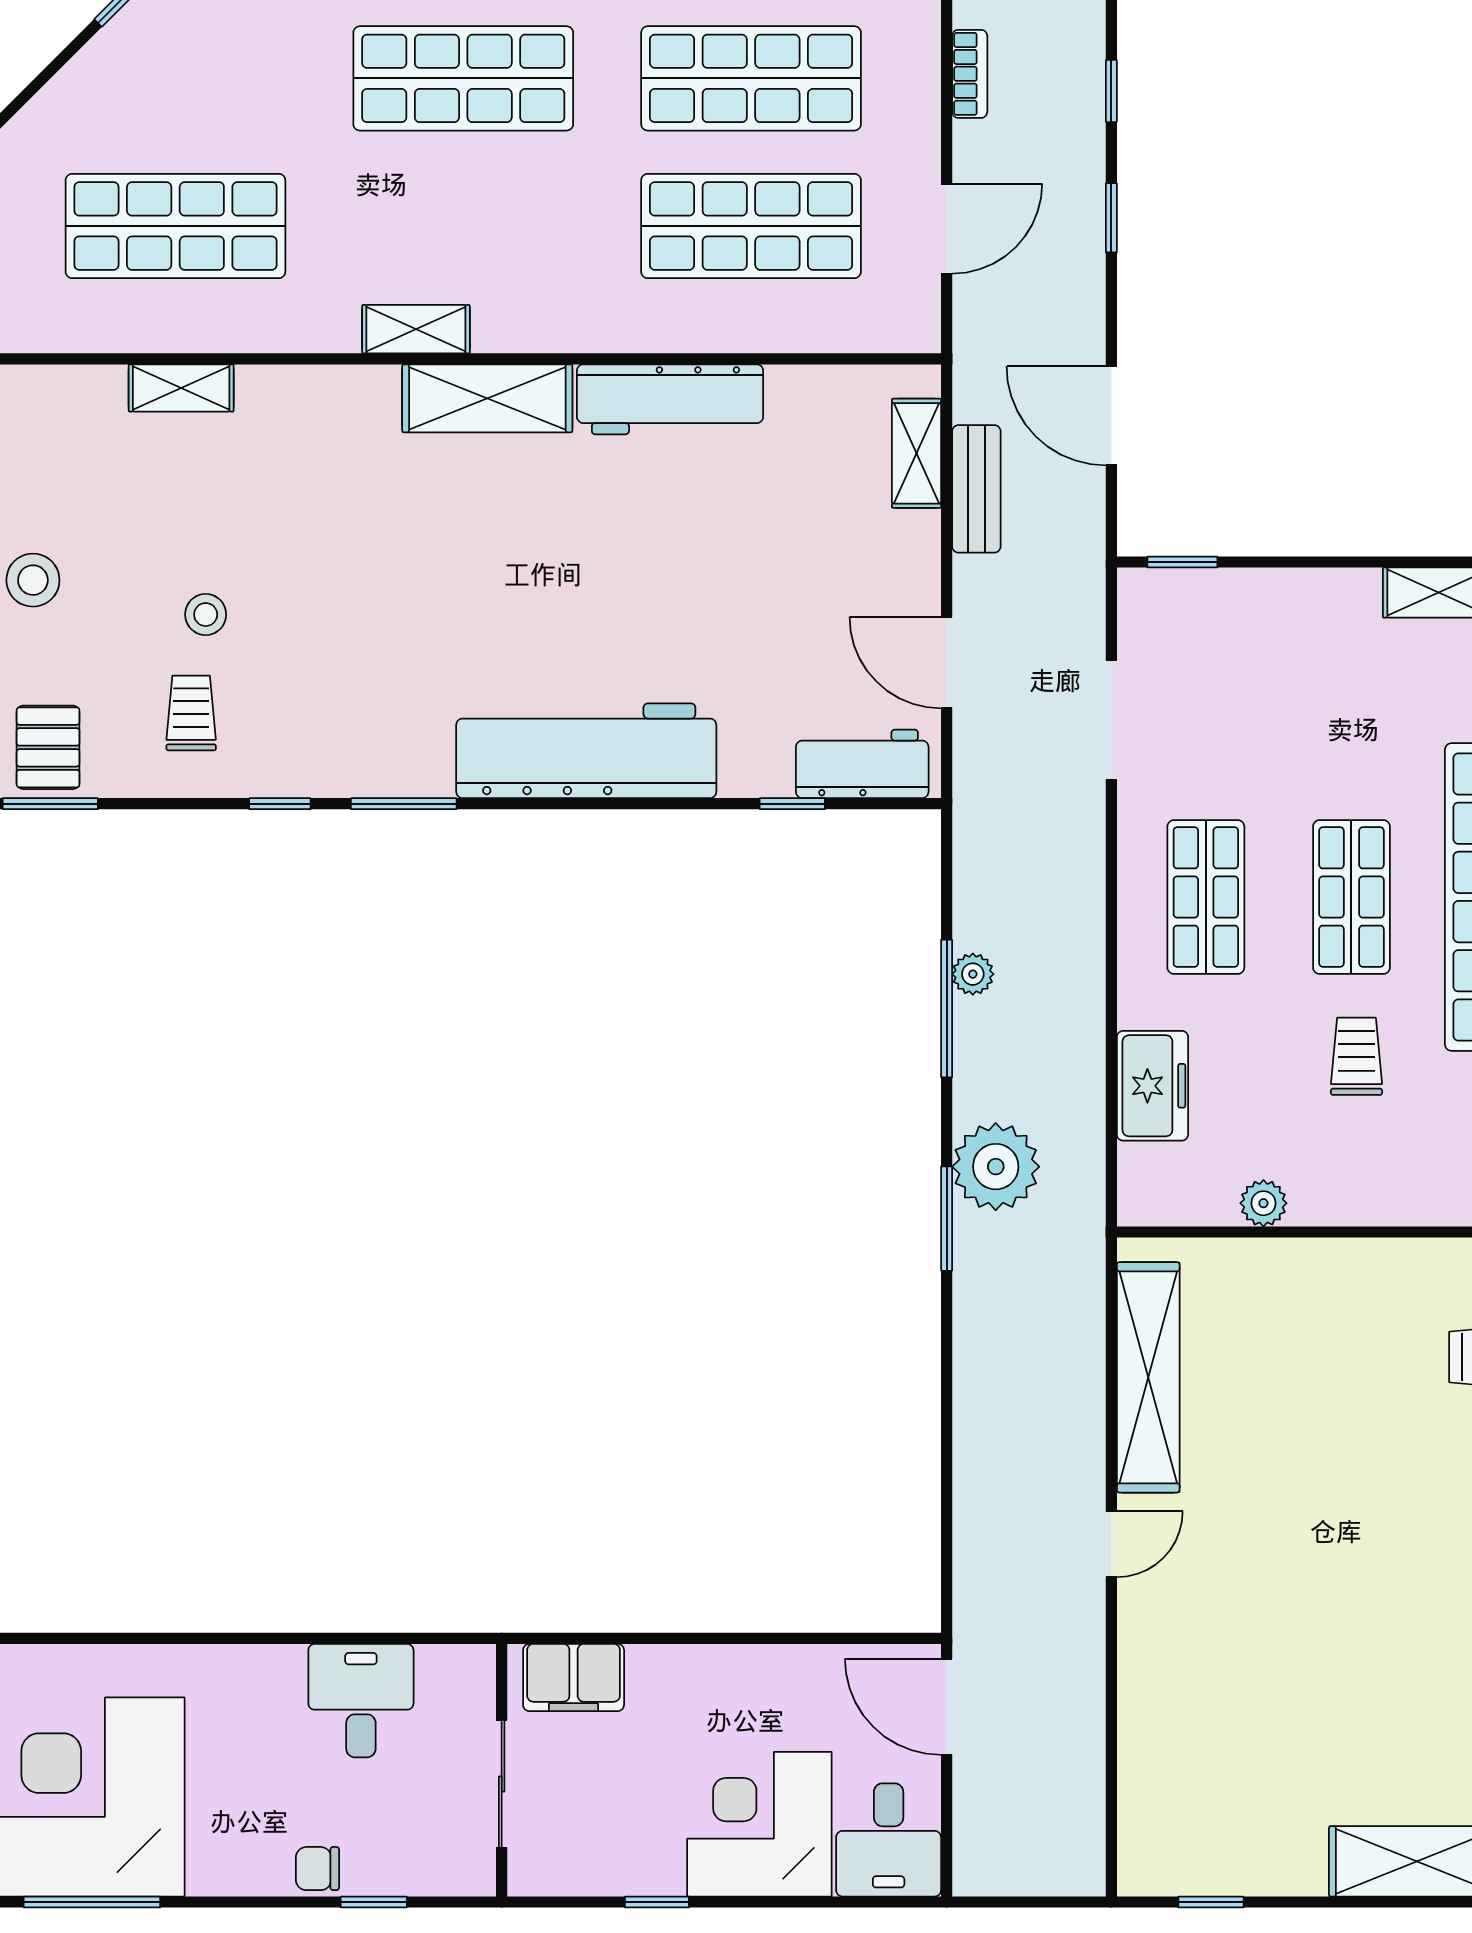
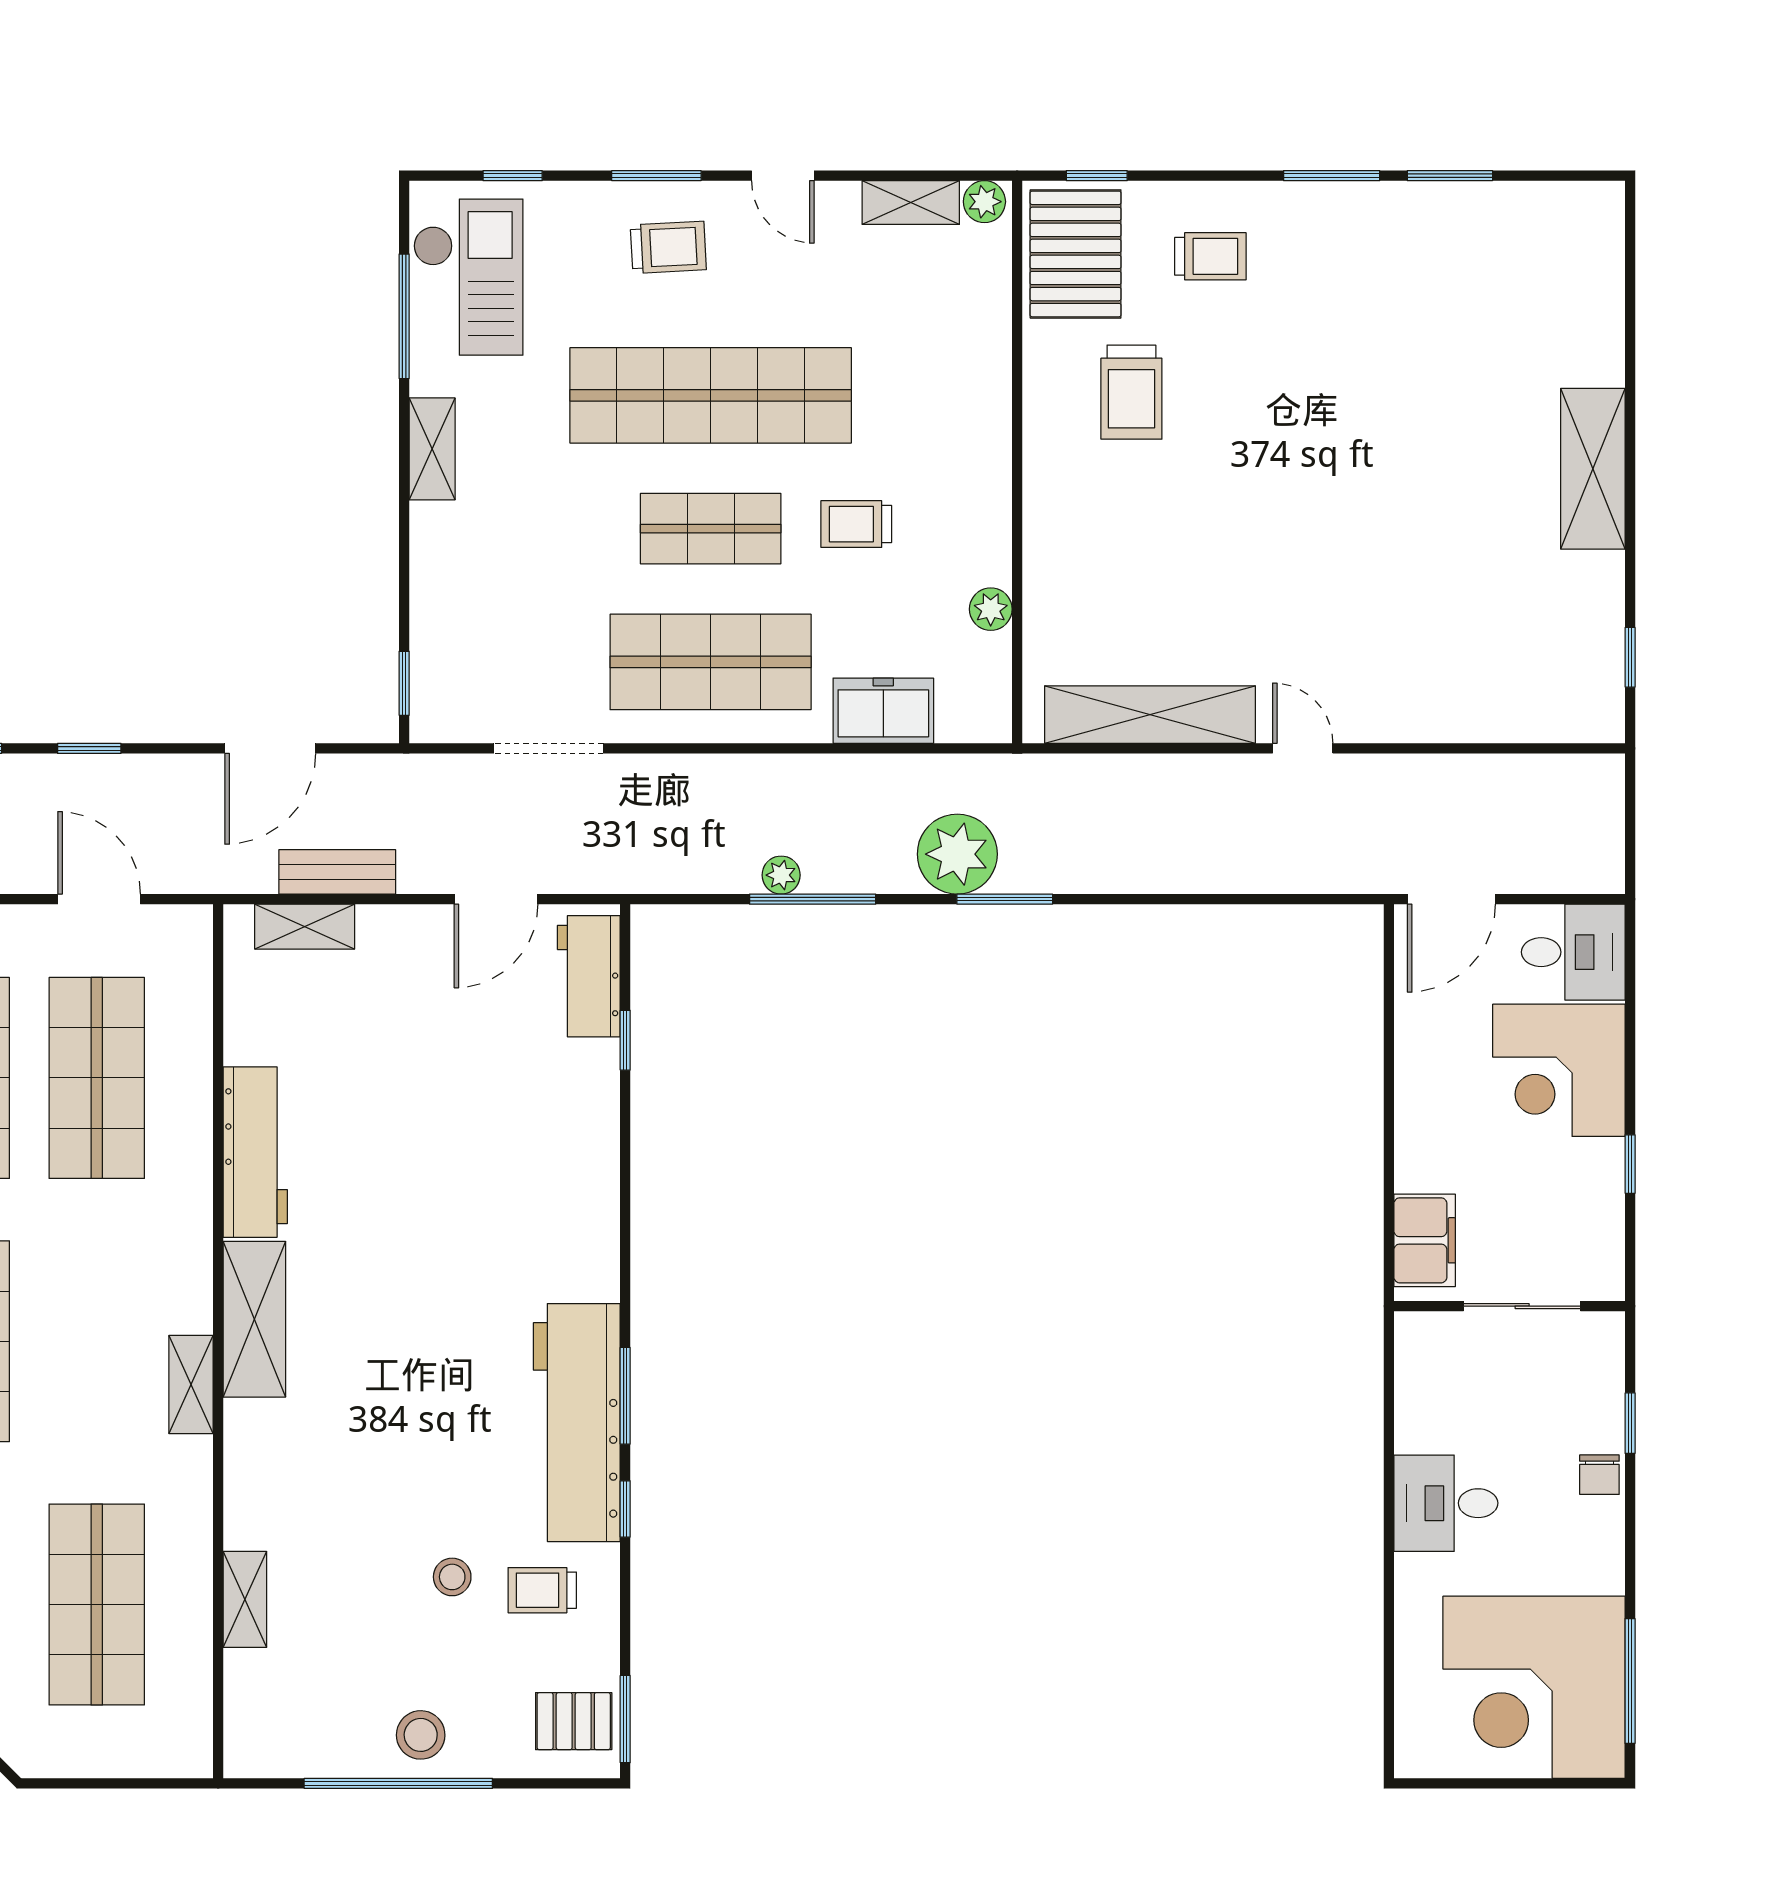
workbench: (586, 751) -> (577, 1423), moved
shop shelf: (1206, 897) -> (711, 662), width x1.43, depth x1.36
desk: (361, 1701) -> (1446, 1503), moved

